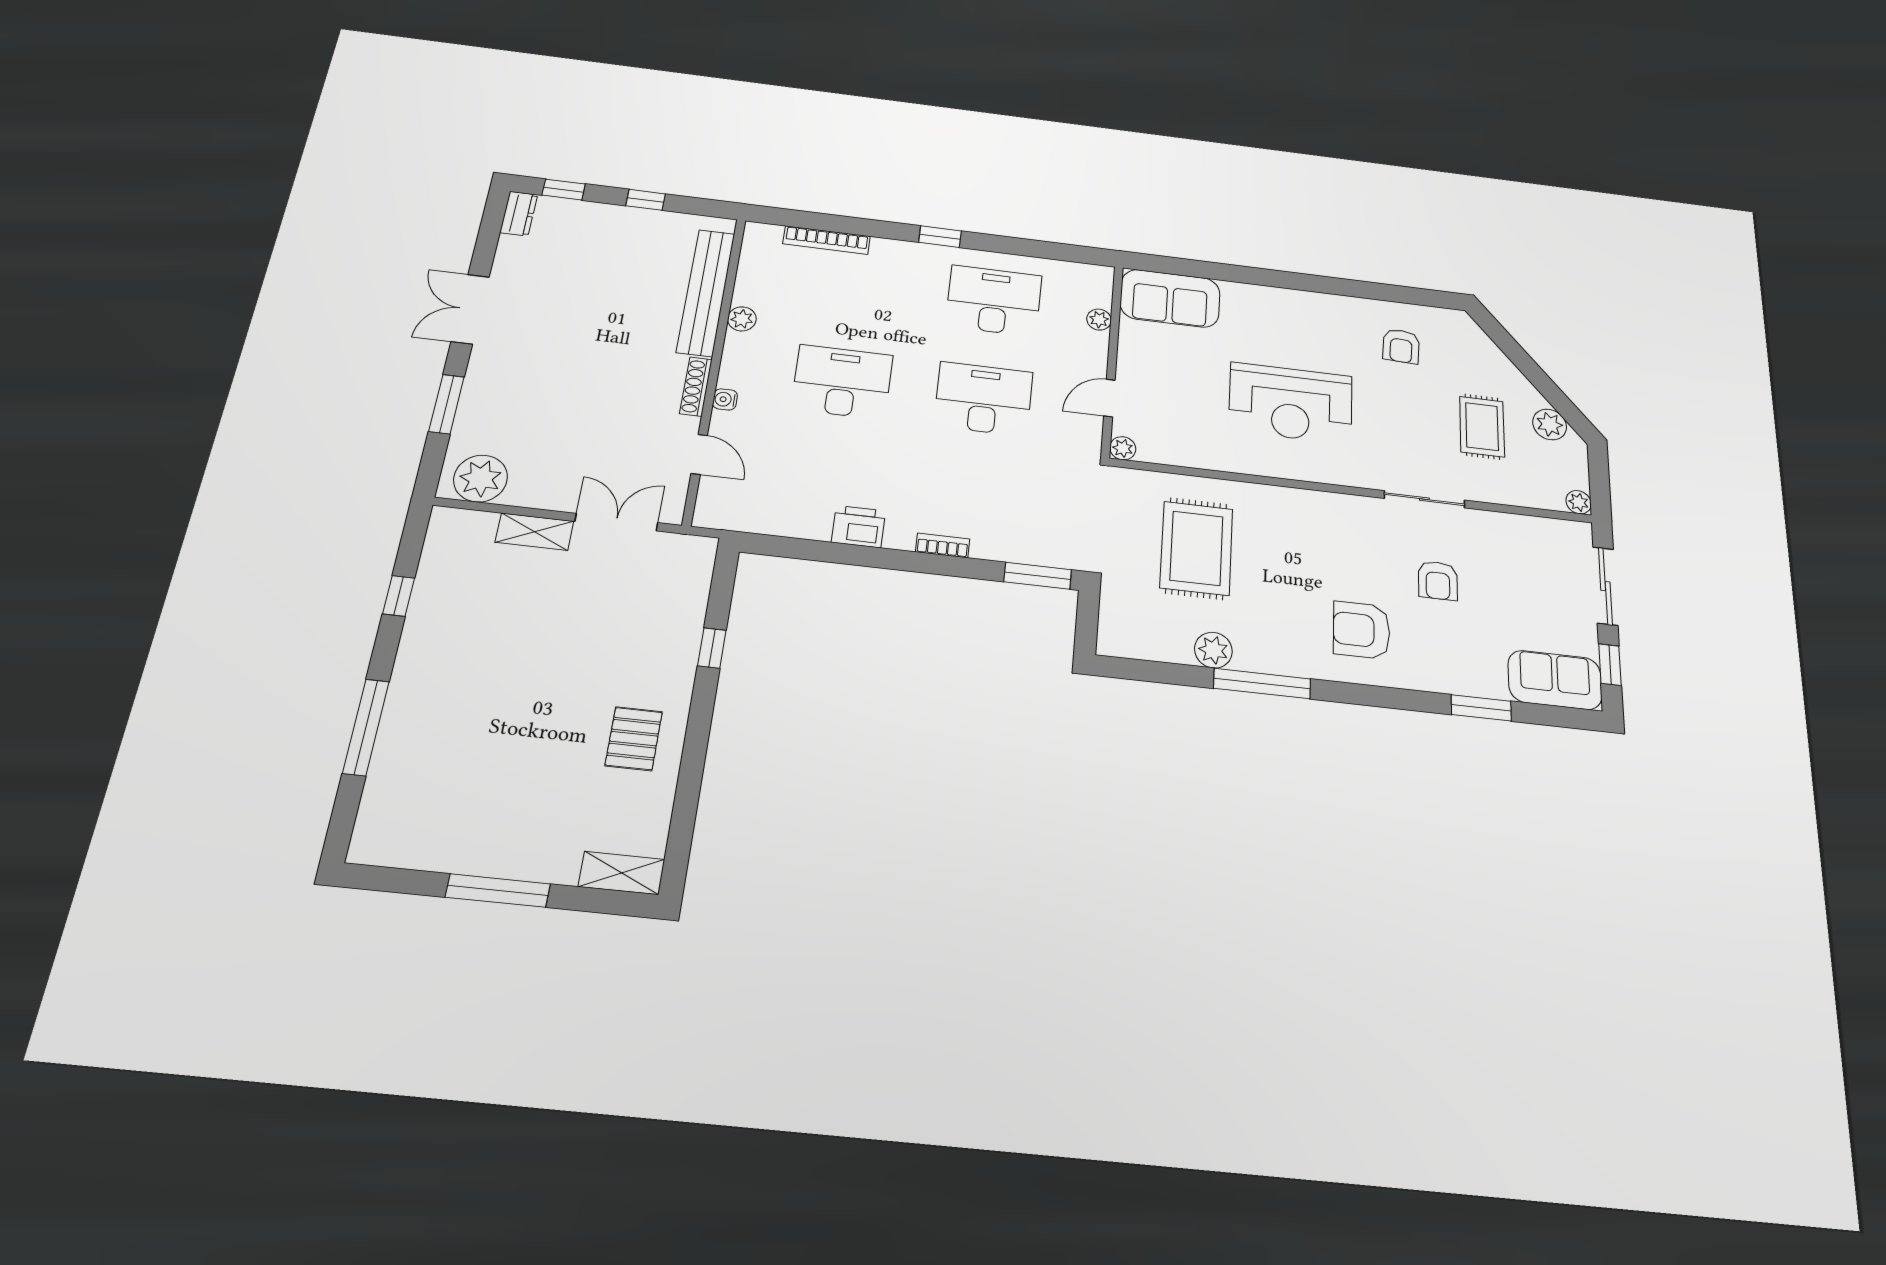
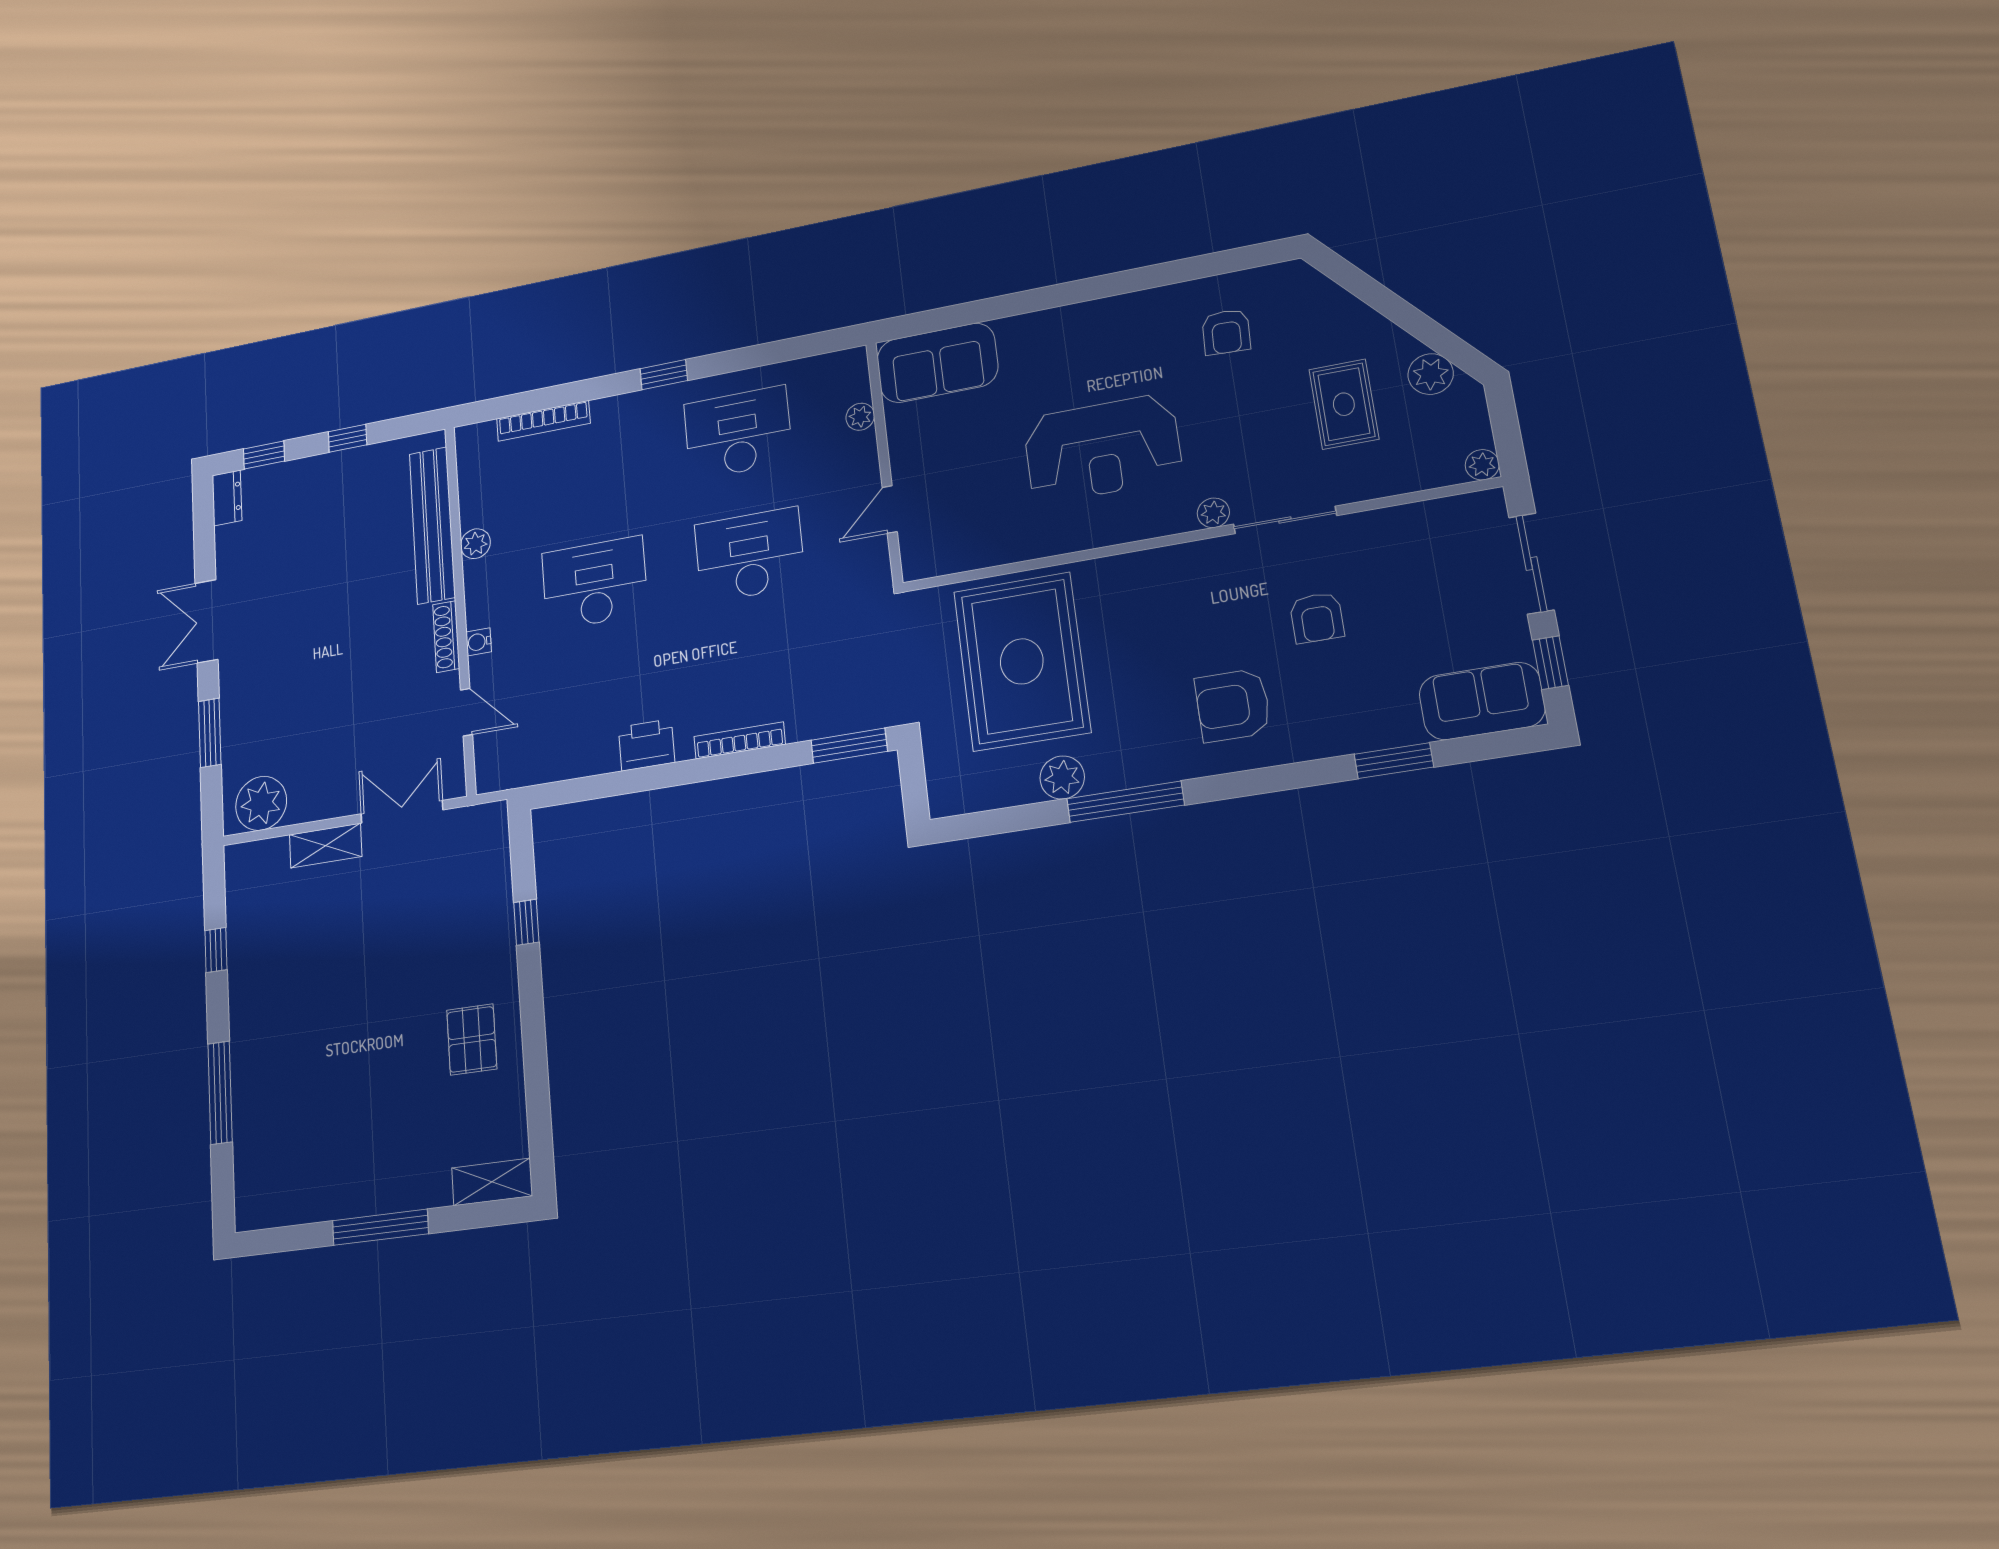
plant: (1123, 448) -> (1213, 513), moved
bookcase: (943, 545) -> (740, 740), width x1.56
rug: (1196, 548) -> (1022, 661), width x1.37, depth x1.44

